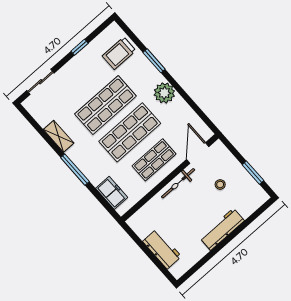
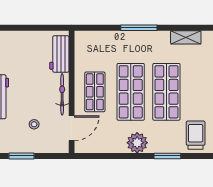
shelving: (59, 136) -> (186, 37), moved
door: (198, 153) -> (72, 128), hinge flipped
freezer: (112, 193) -> (98, 40), removed
workbench: (162, 249) -> (59, 54), moved, turned 90

